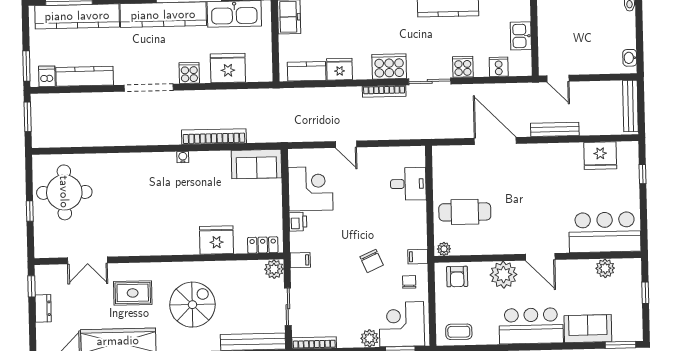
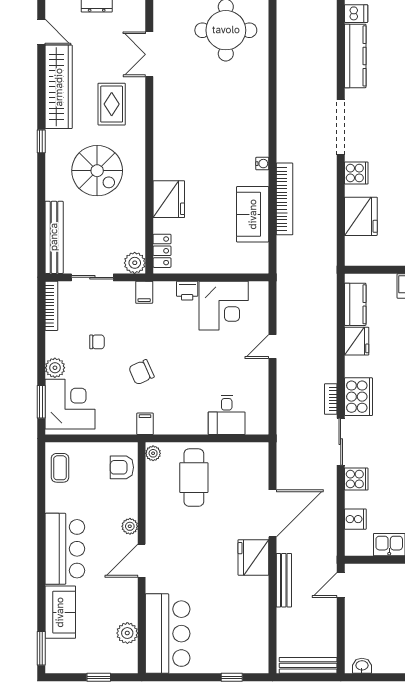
bookcase: (384, 91) -> (331, 399), width x0.64
fridge: (600, 156) -> (253, 557), moved
sofa: (256, 164) -> (253, 214), moved
plant: (503, 275) -> (130, 526), width x0.53, depth x0.53
chair: (409, 282) -> (97, 342), moved

